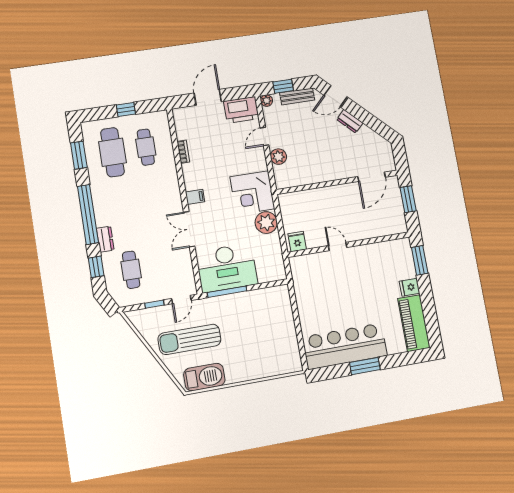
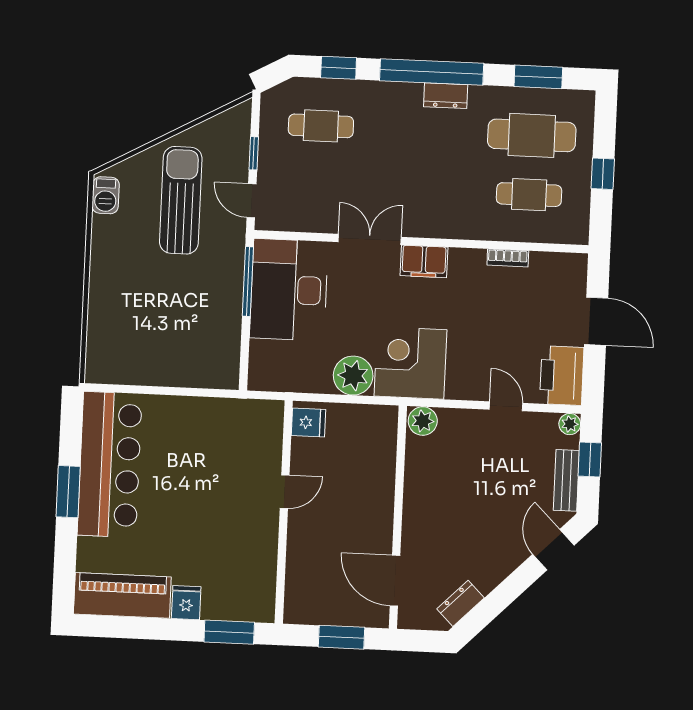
dresser: (350, 121) -> (461, 603), moved
plant: (278, 157) -> (423, 421), moved
filing cabinet: (195, 197) -> (424, 261), width x2.00
dresser: (105, 239) -> (446, 96), moved
barbecue: (204, 377) -> (106, 195), width x0.53, depth x0.65

